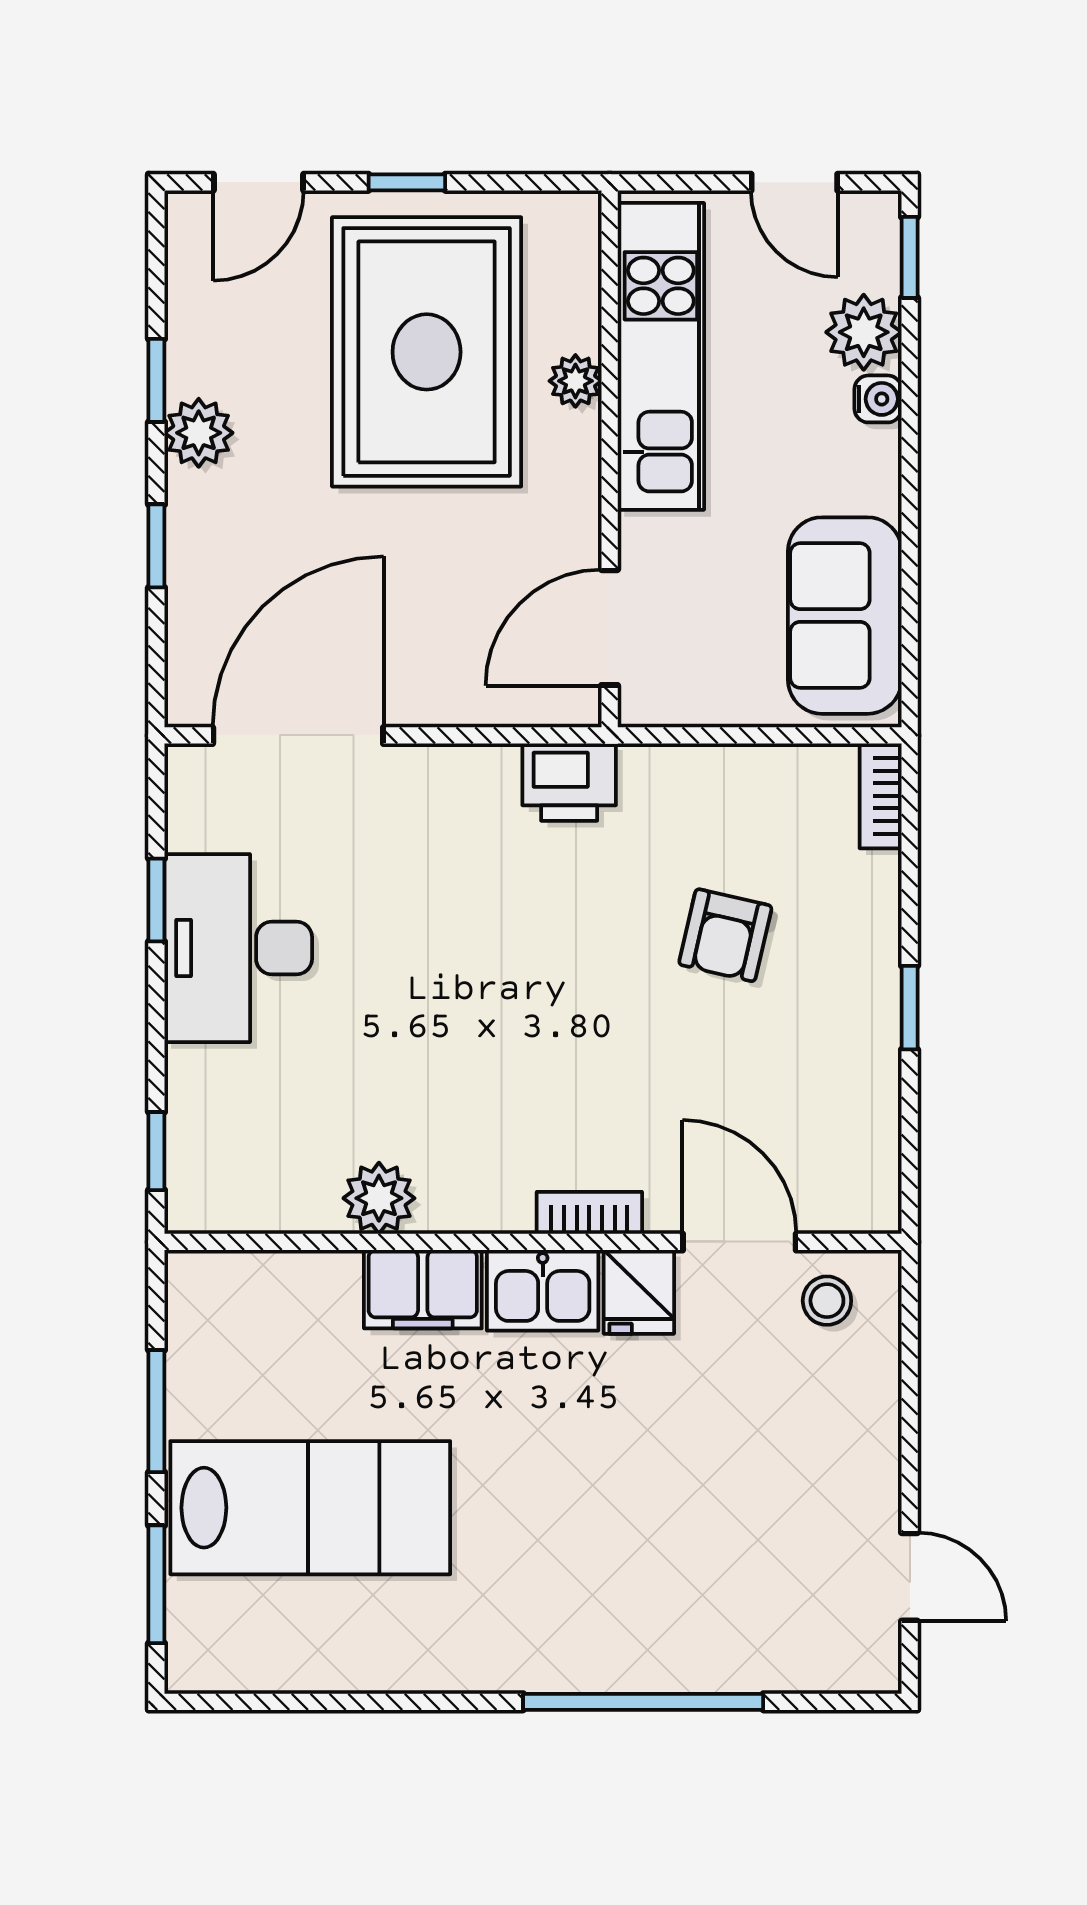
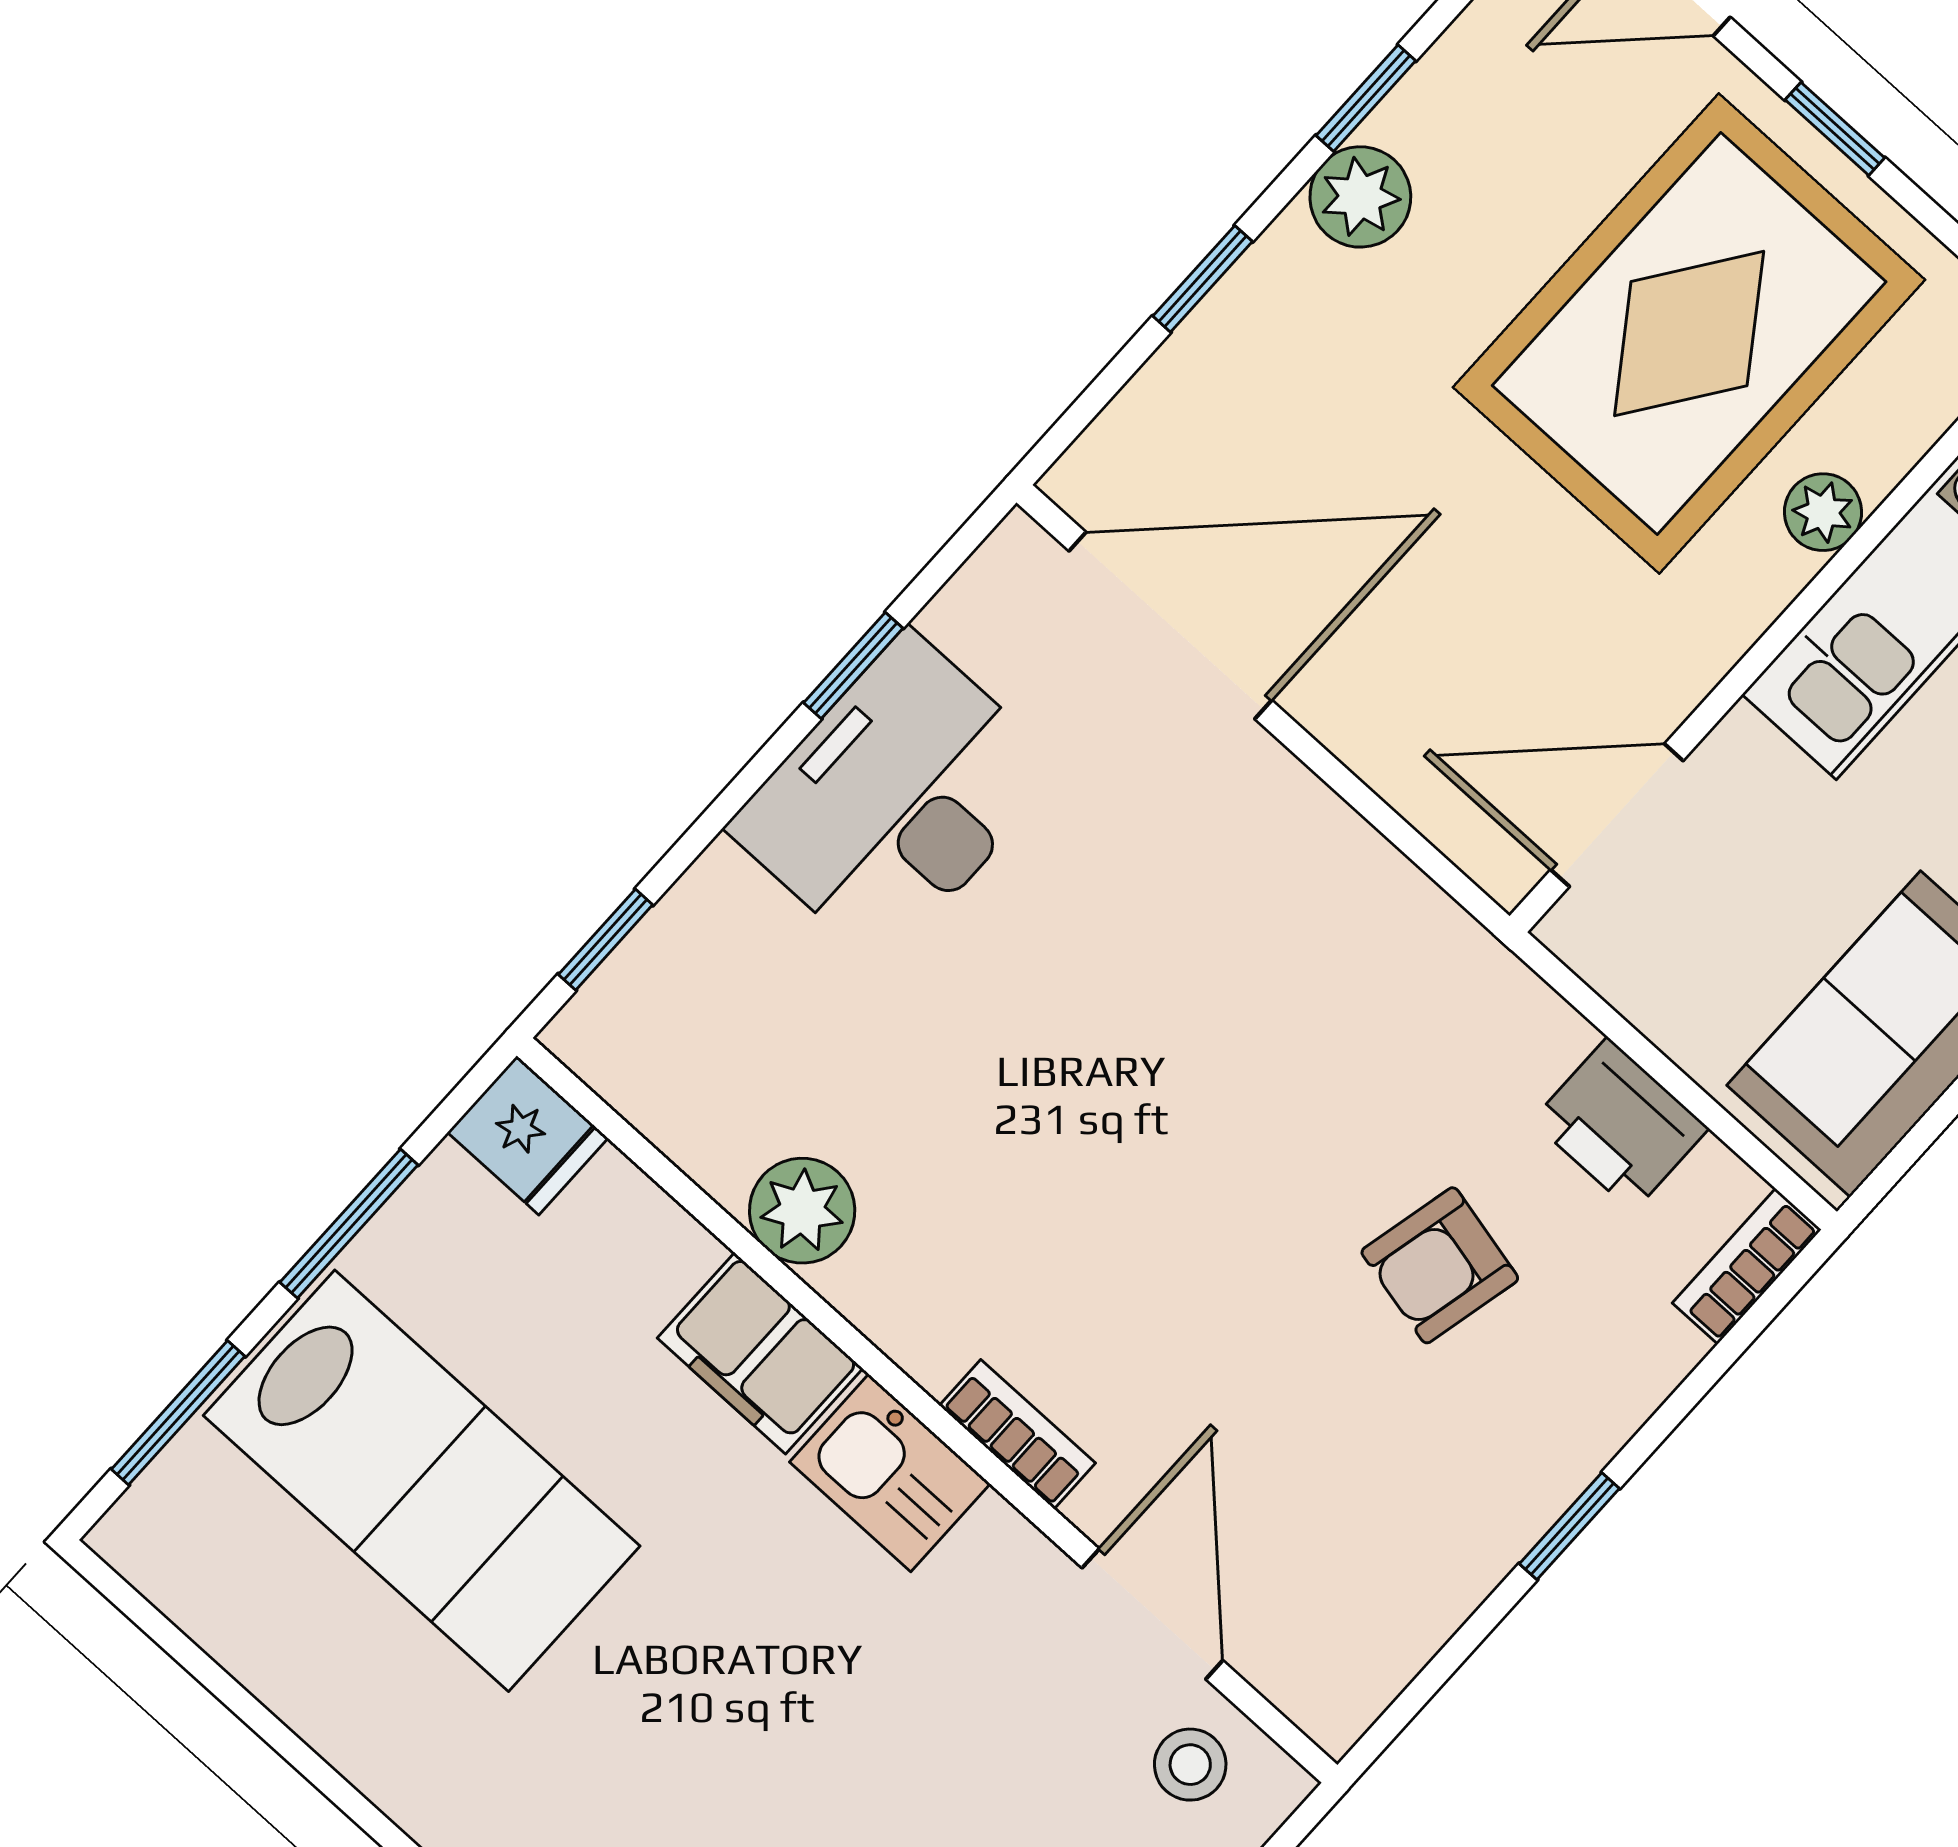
printer: (569, 782) -> (1620, 1125), moved
fridge: (639, 1292) -> (528, 1135), moved, turned -90

